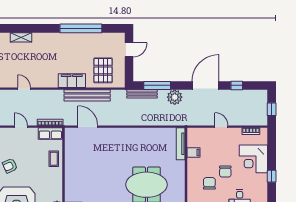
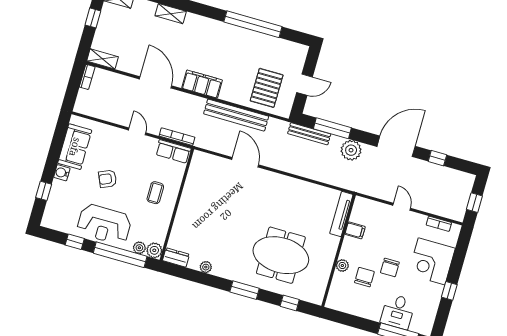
door: (129, 50) -> (305, 85), moved
filing cabinet: (72, 81) -> (202, 84), moved
door: (24, 89) -> (156, 82), width x1.87
door: (88, 127) -> (245, 162), moved
coffee table: (54, 159) -> (155, 193), moved
plant: (192, 180) -> (342, 265), added

